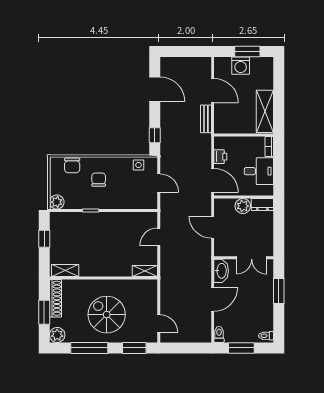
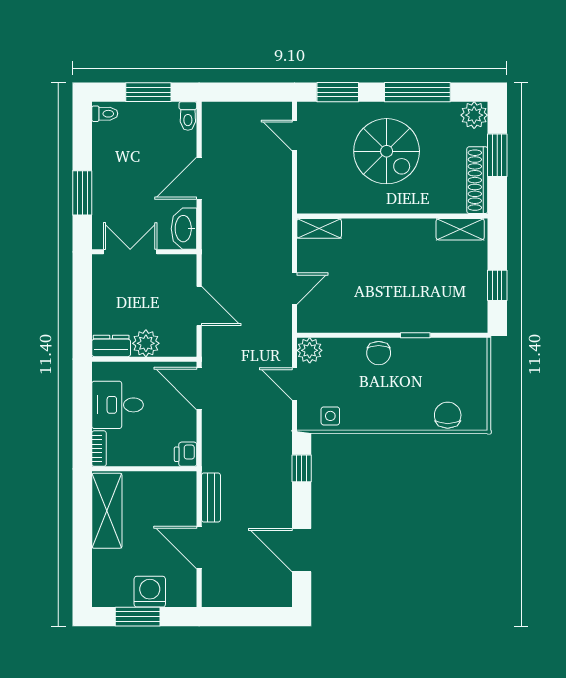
printer: (220, 157) -> (186, 454), moved
chair: (99, 180) -> (379, 353), moved
plant: (57, 202) -> (310, 350), moved

